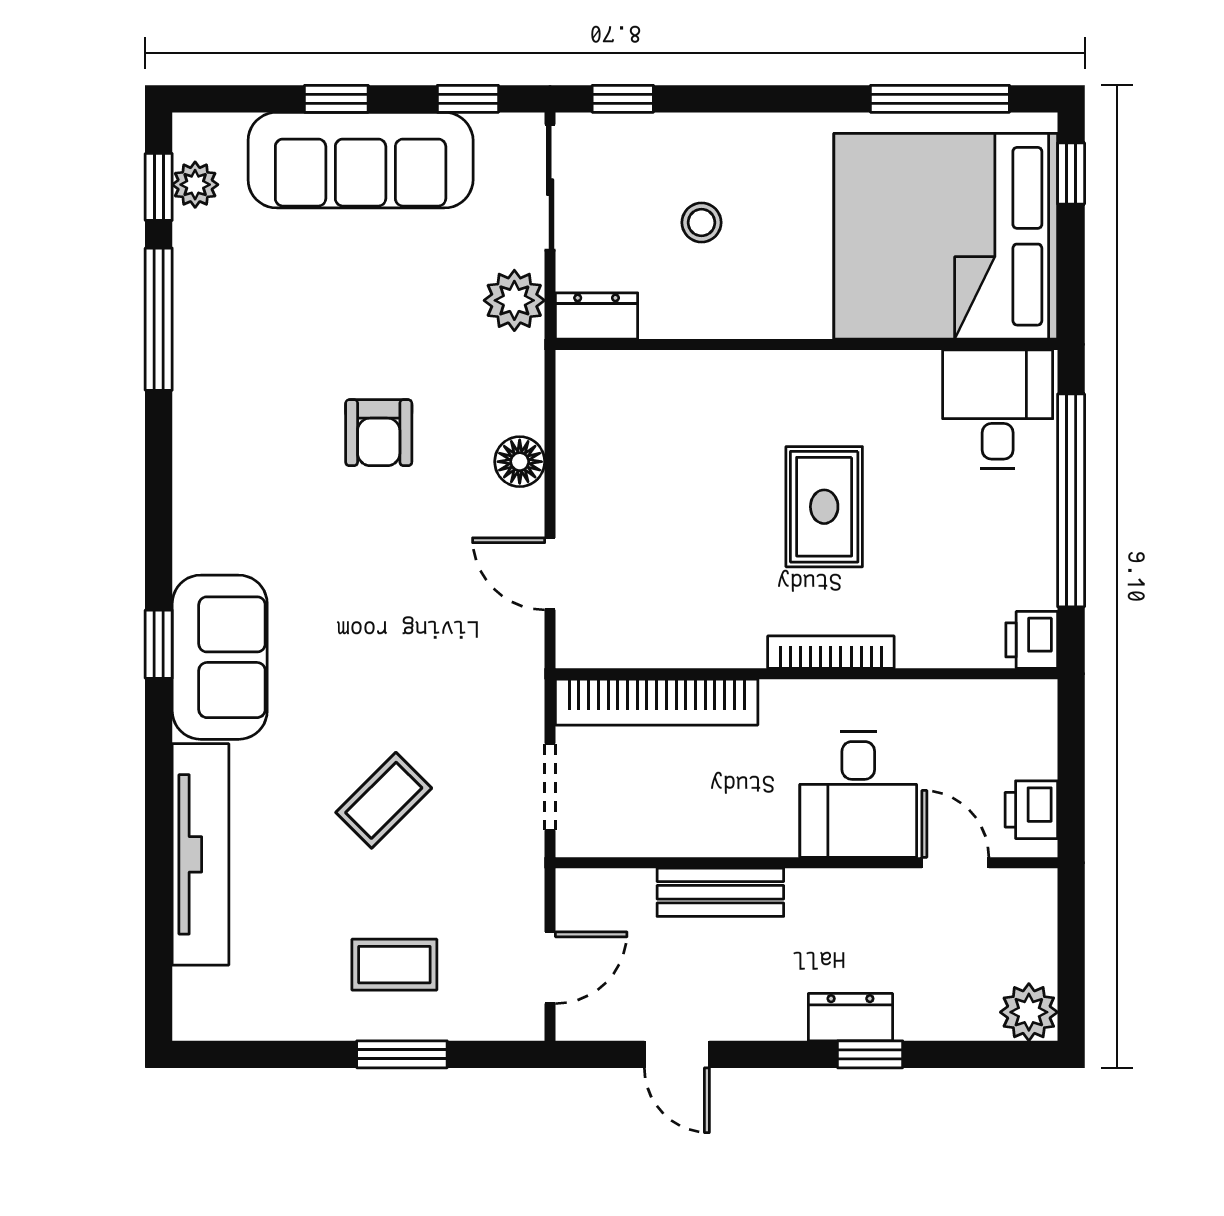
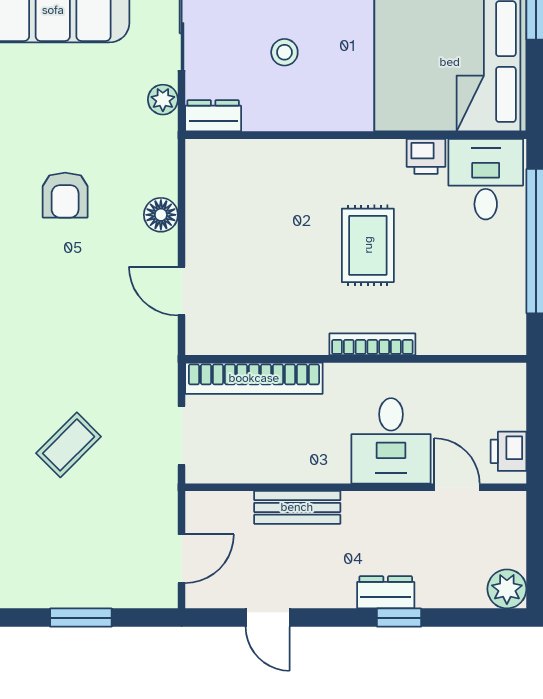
plant: (514, 300) -> (163, 100), width x0.73, depth x0.73
printer: (1032, 640) -> (426, 156), moved, turned -90
coffee table: (394, 965) -> (76, 557), removed

